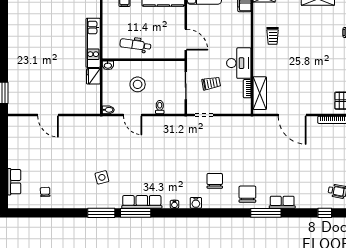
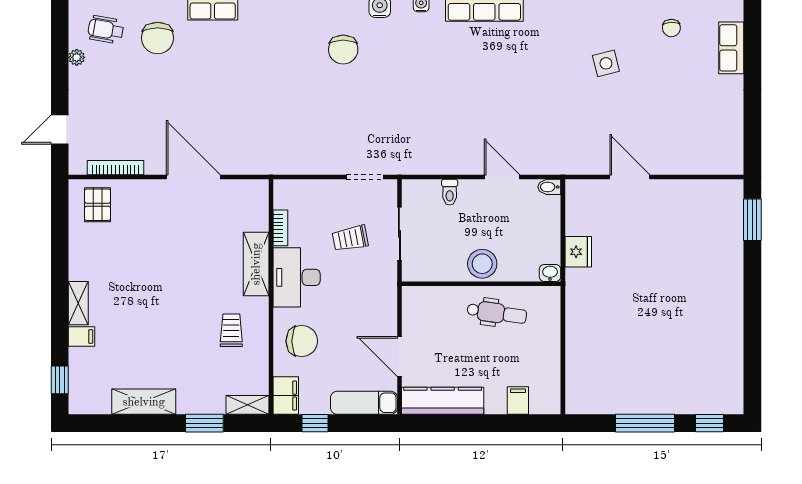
chair: (236, 30) -> (302, 341), added
door: (186, 40) -> (399, 356), moved
kitchen unit: (93, 43) -> (578, 317), removed
stool: (138, 84) -> (482, 264), moved
shelving: (260, 93) -> (256, 264), moved
door: (48, 115) -> (630, 177), moved
side table: (102, 177) -> (606, 63), moved
chair: (247, 194) -> (158, 38), moved

